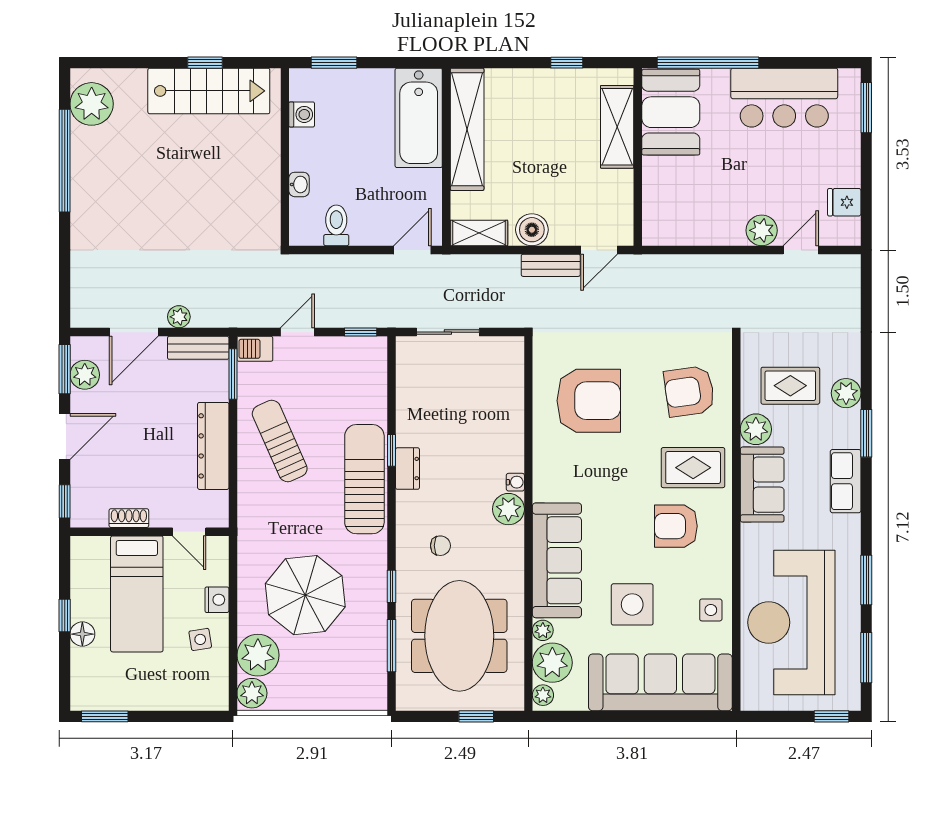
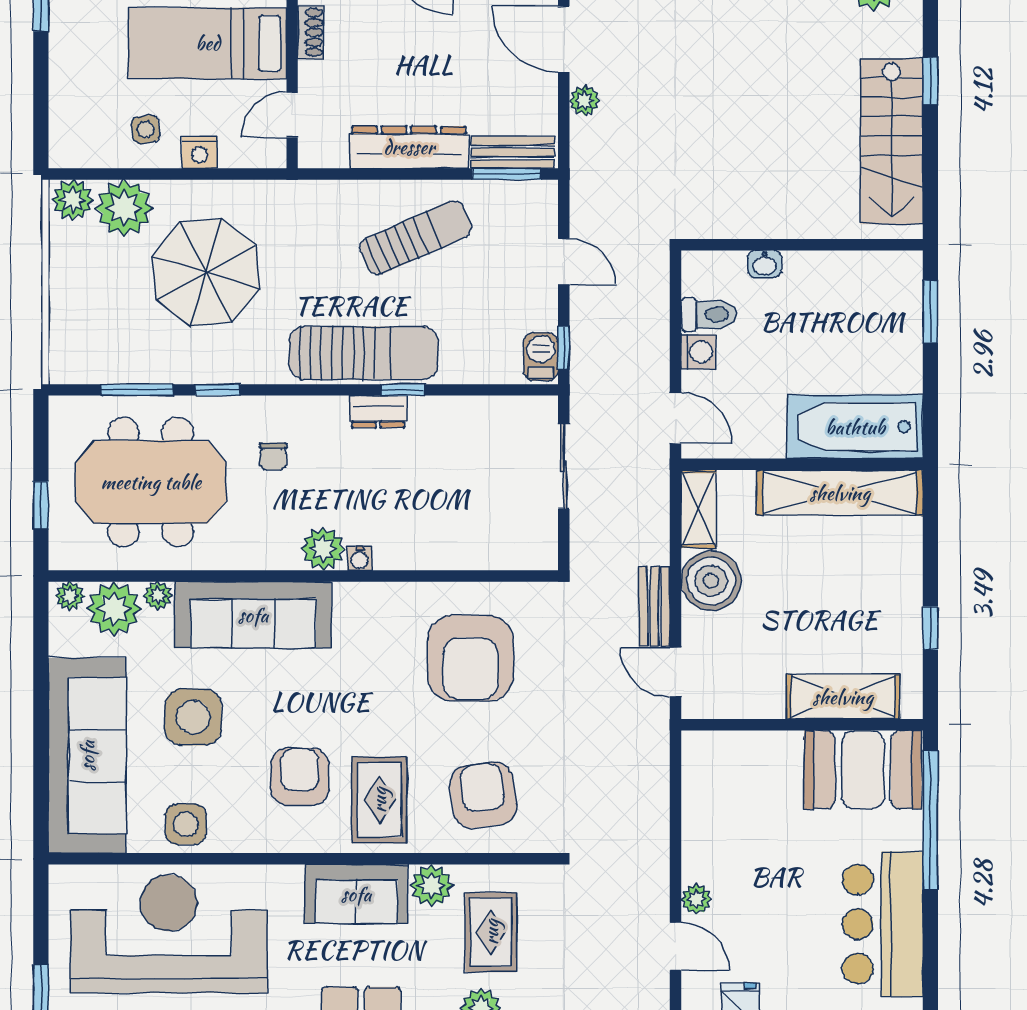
window: (205, 63) -> (930, 81), moved
washing machine: (302, 114) -> (698, 352), moved, turned -90
boiler: (532, 230) -> (711, 581), width x1.37, depth x1.37
plant: (762, 230) -> (696, 899), width x0.73, depth x0.73
bench: (198, 348) -> (513, 153), moved, turned 90
barbecue: (255, 349) -> (541, 357), moved
side table: (711, 610) -> (186, 824), width x1.37, depth x1.37

